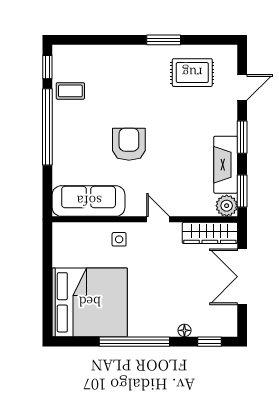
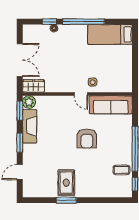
rug: (192, 73) -> (66, 183), moved, turned 90
door: (158, 219) -> (81, 94), moved
wardrobe: (210, 233) -> (33, 86), width x0.67
bed: (90, 302) -> (110, 34), width x0.49
window: (210, 342) -> (50, 22), moved

